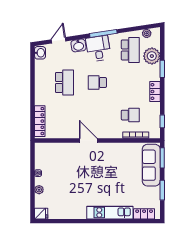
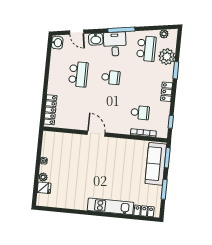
door: (59, 40) -> (77, 32), swing flipped
school desk: (97, 82) -> (111, 77), turned 180
fridge: (41, 214) -> (44, 188), moved

